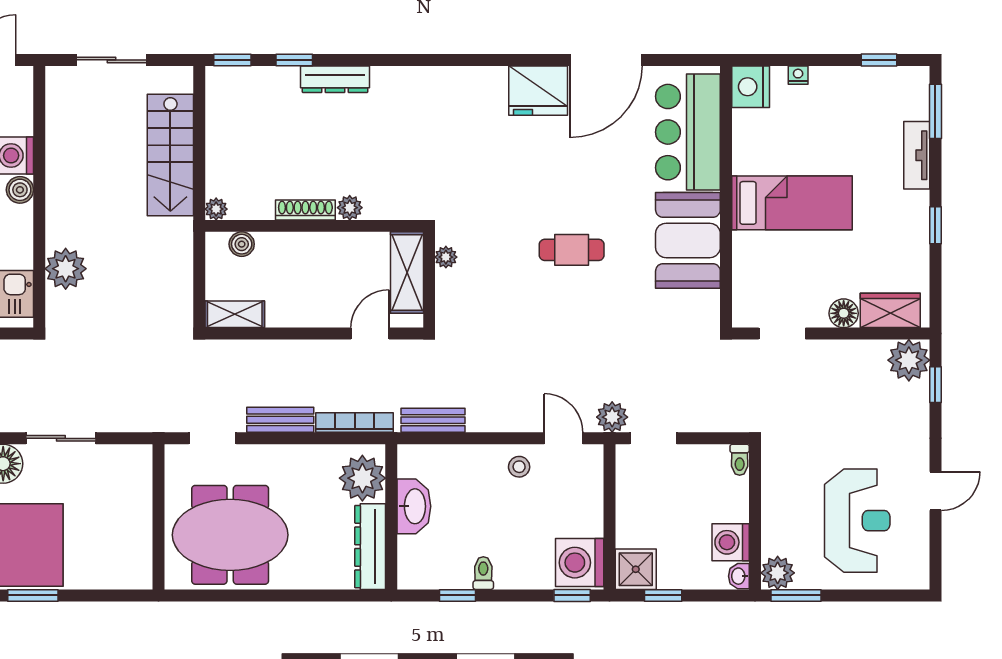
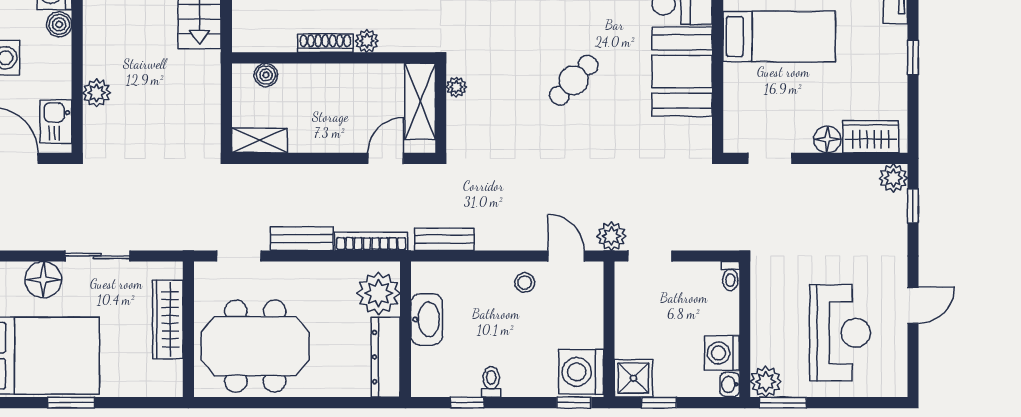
plant: (216, 209) -> (242, 42), removed
cafe table: (572, 250) -> (574, 80), turned -47
plant: (66, 269) -> (97, 93), width x0.73, depth x0.73
plant: (909, 360) -> (893, 178), width x0.73, depth x0.73
wardrobe: (136, 506) -> (168, 319), added

